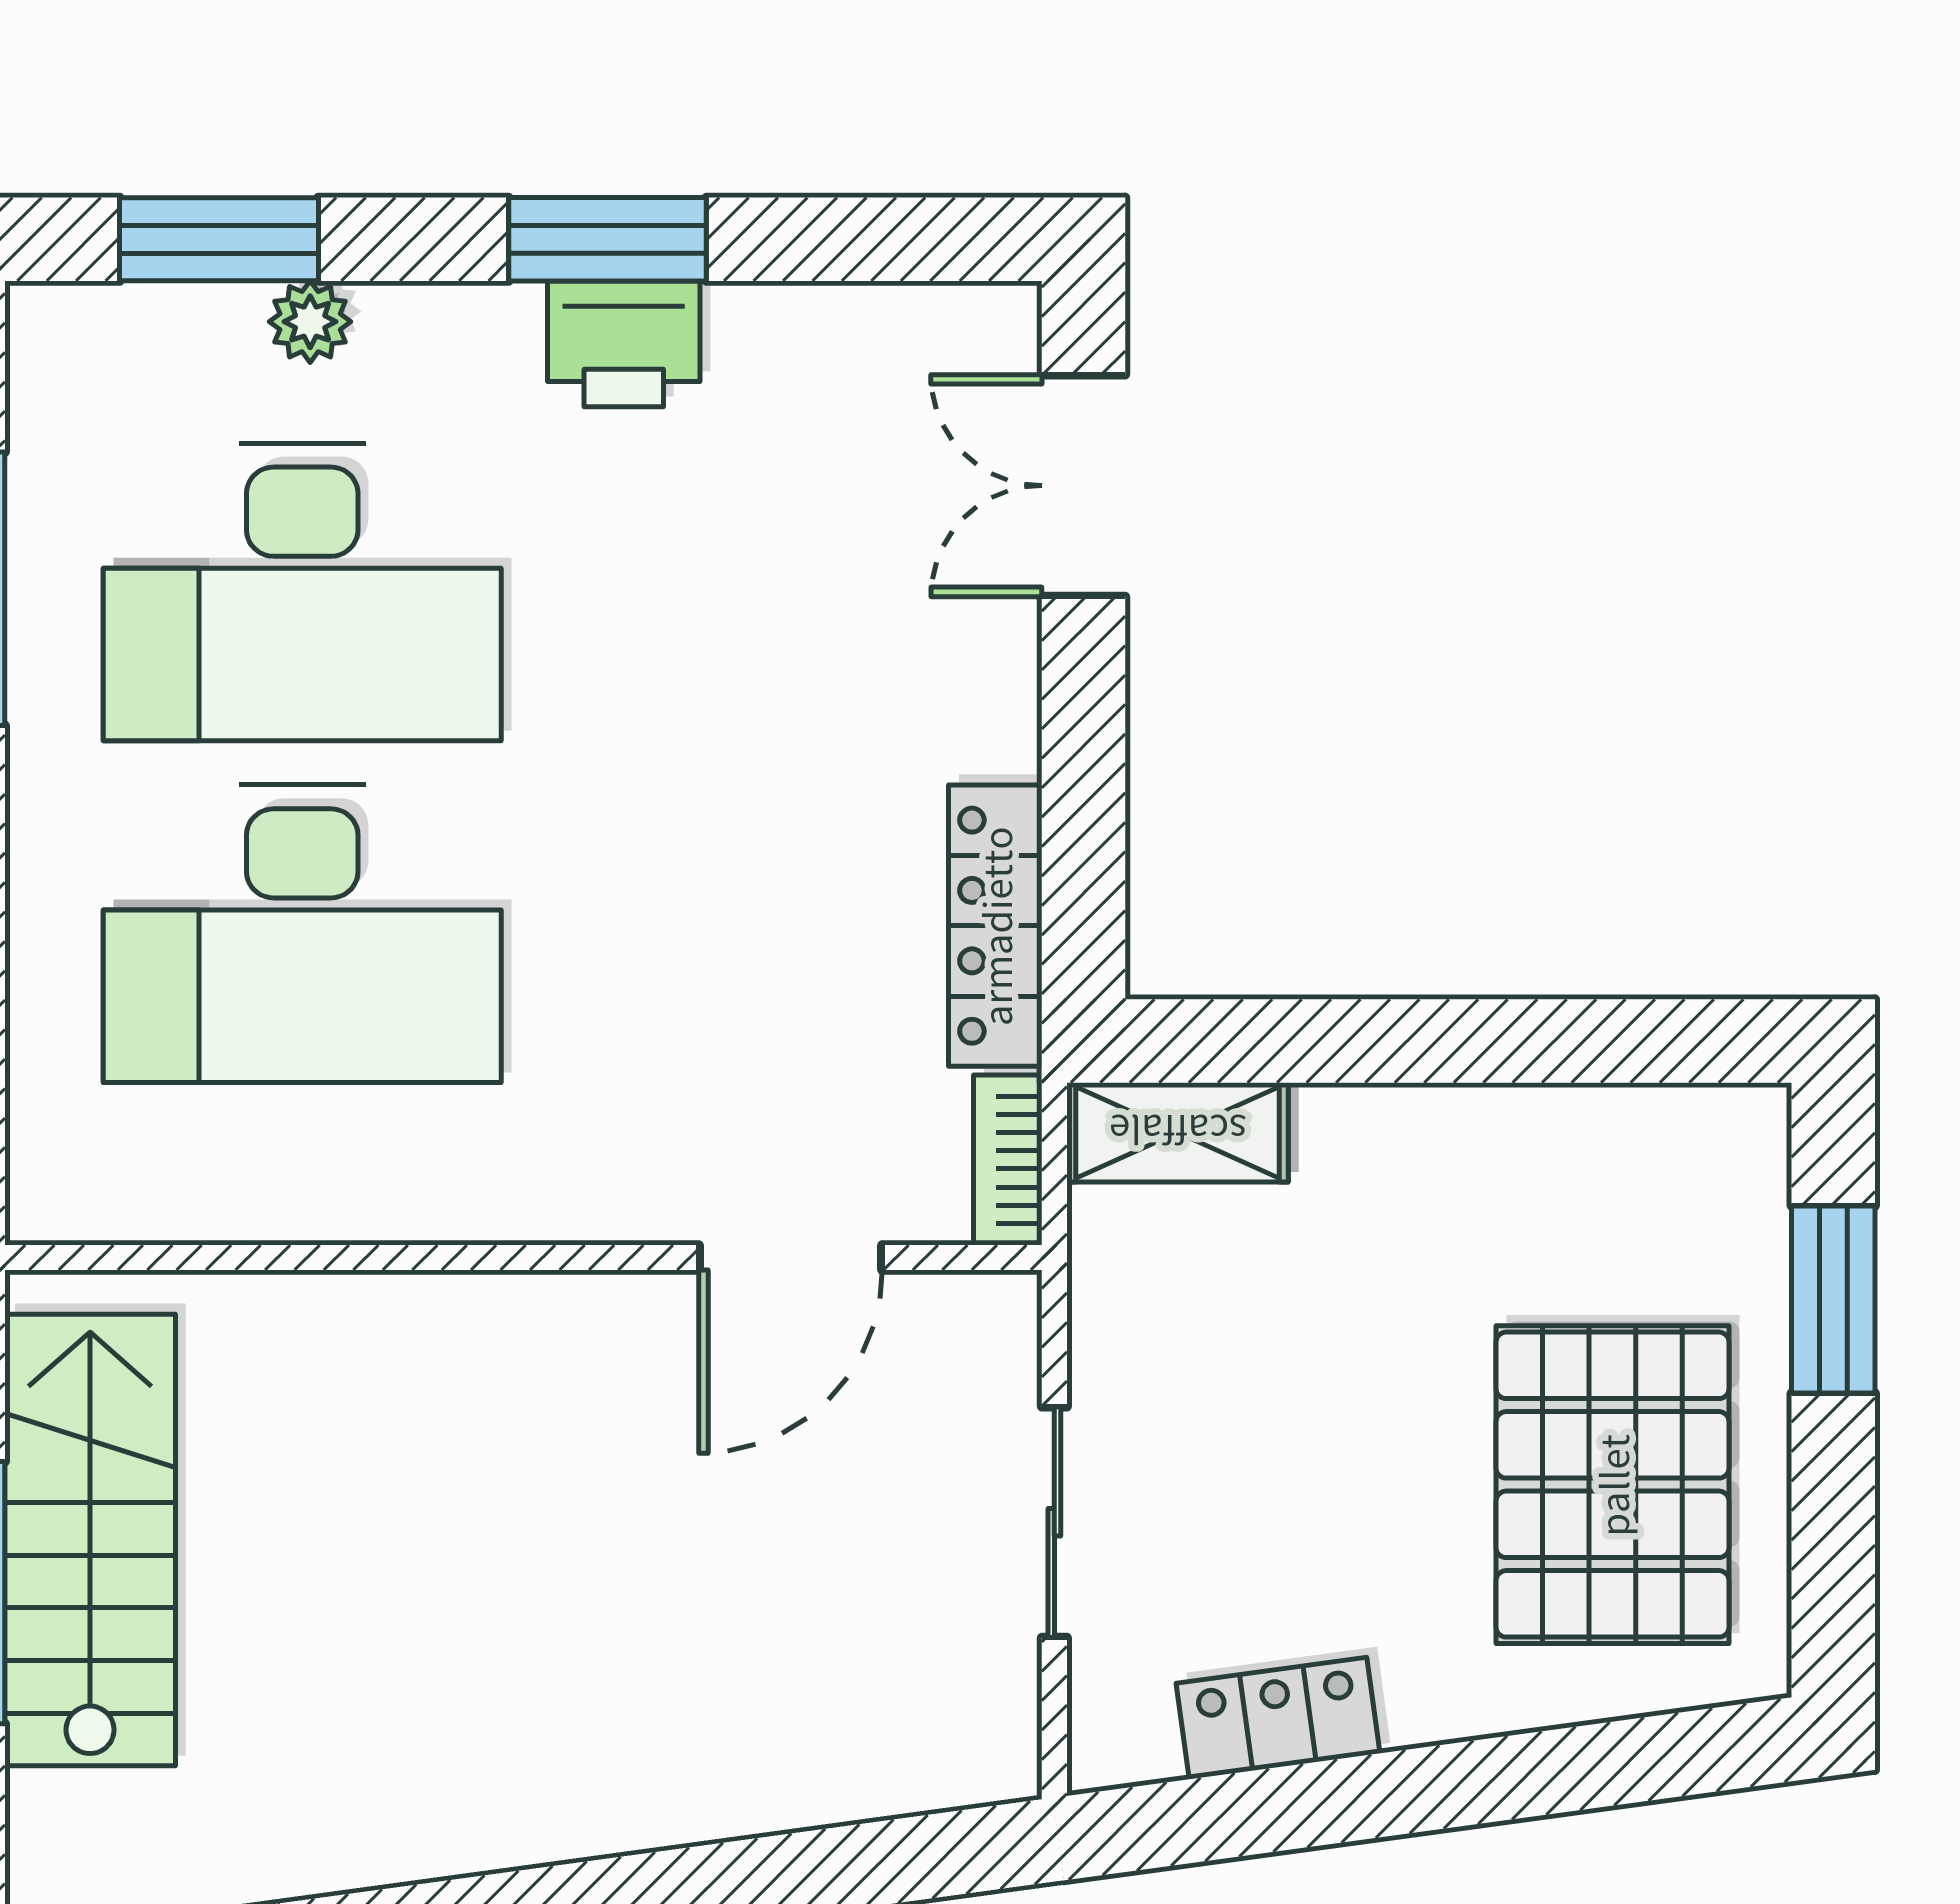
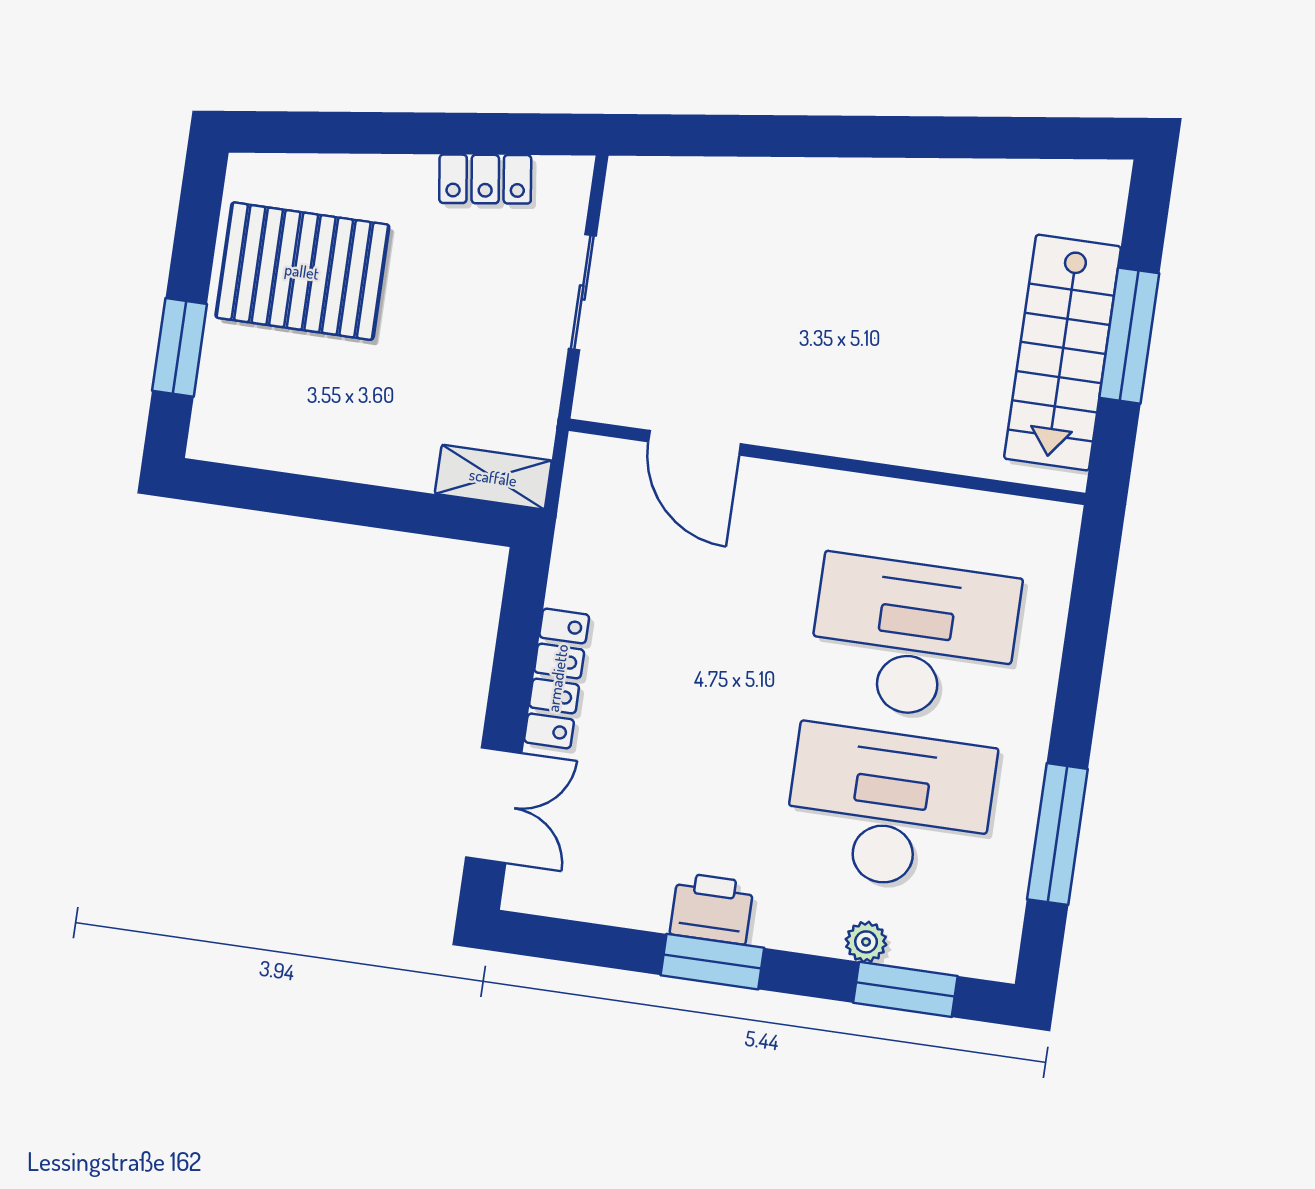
locker: (995, 926) -> (557, 678), moved
bookcase: (1008, 1160) -> (579, 476), removed
door: (790, 1258) -> (694, 443), swing flipped
pallet: (1612, 1485) -> (302, 271), turned 90

